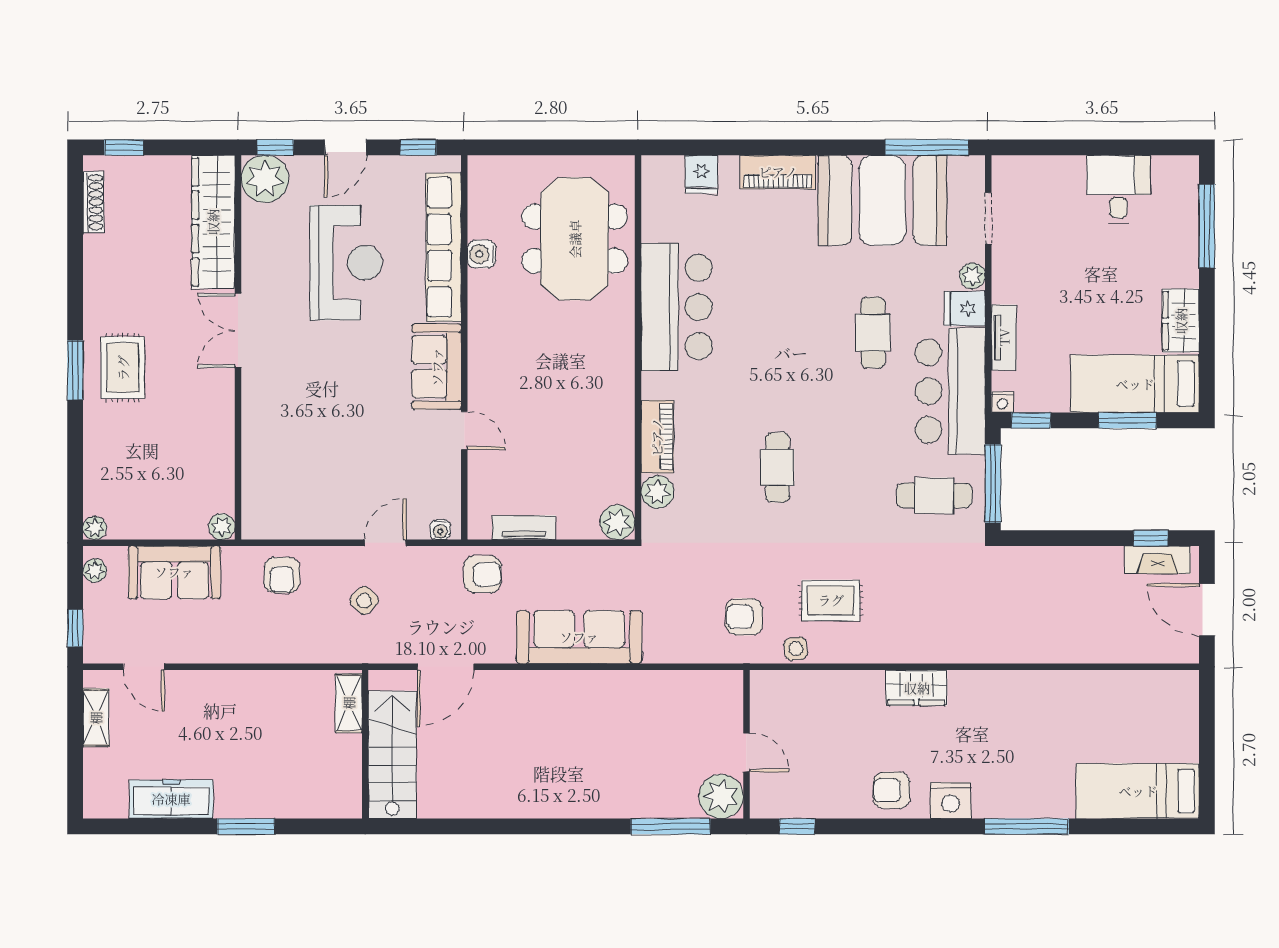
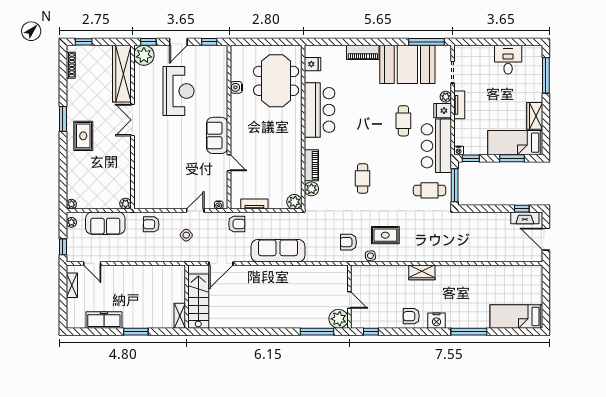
fridge: (701, 174) -> (313, 64), moved, turned -90
row of seats: (444, 247) -> (220, 84), removed
tv unit: (1004, 337) -> (459, 105), moved
window: (75, 370) -> (63, 119), moved
armchair: (282, 575) -> (151, 224), turned 91
shelving: (349, 703) -> (180, 316), moved

